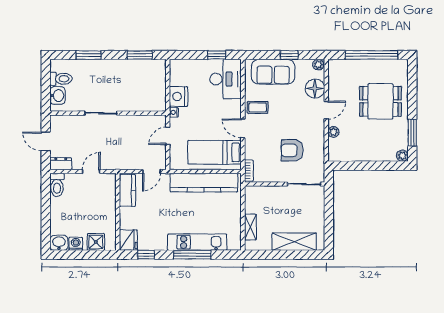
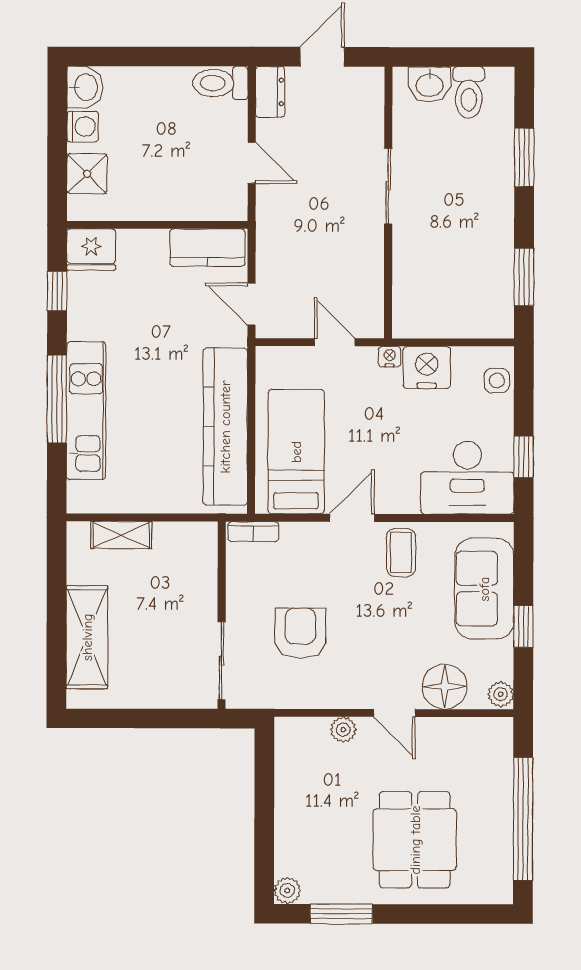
side table: (184, 66) -> (497, 381), added

